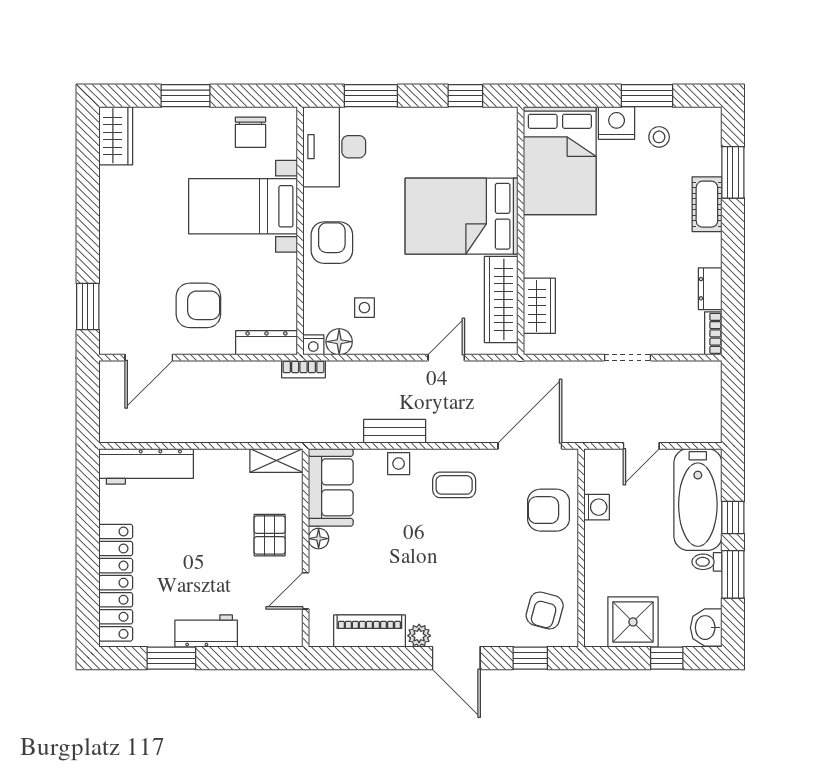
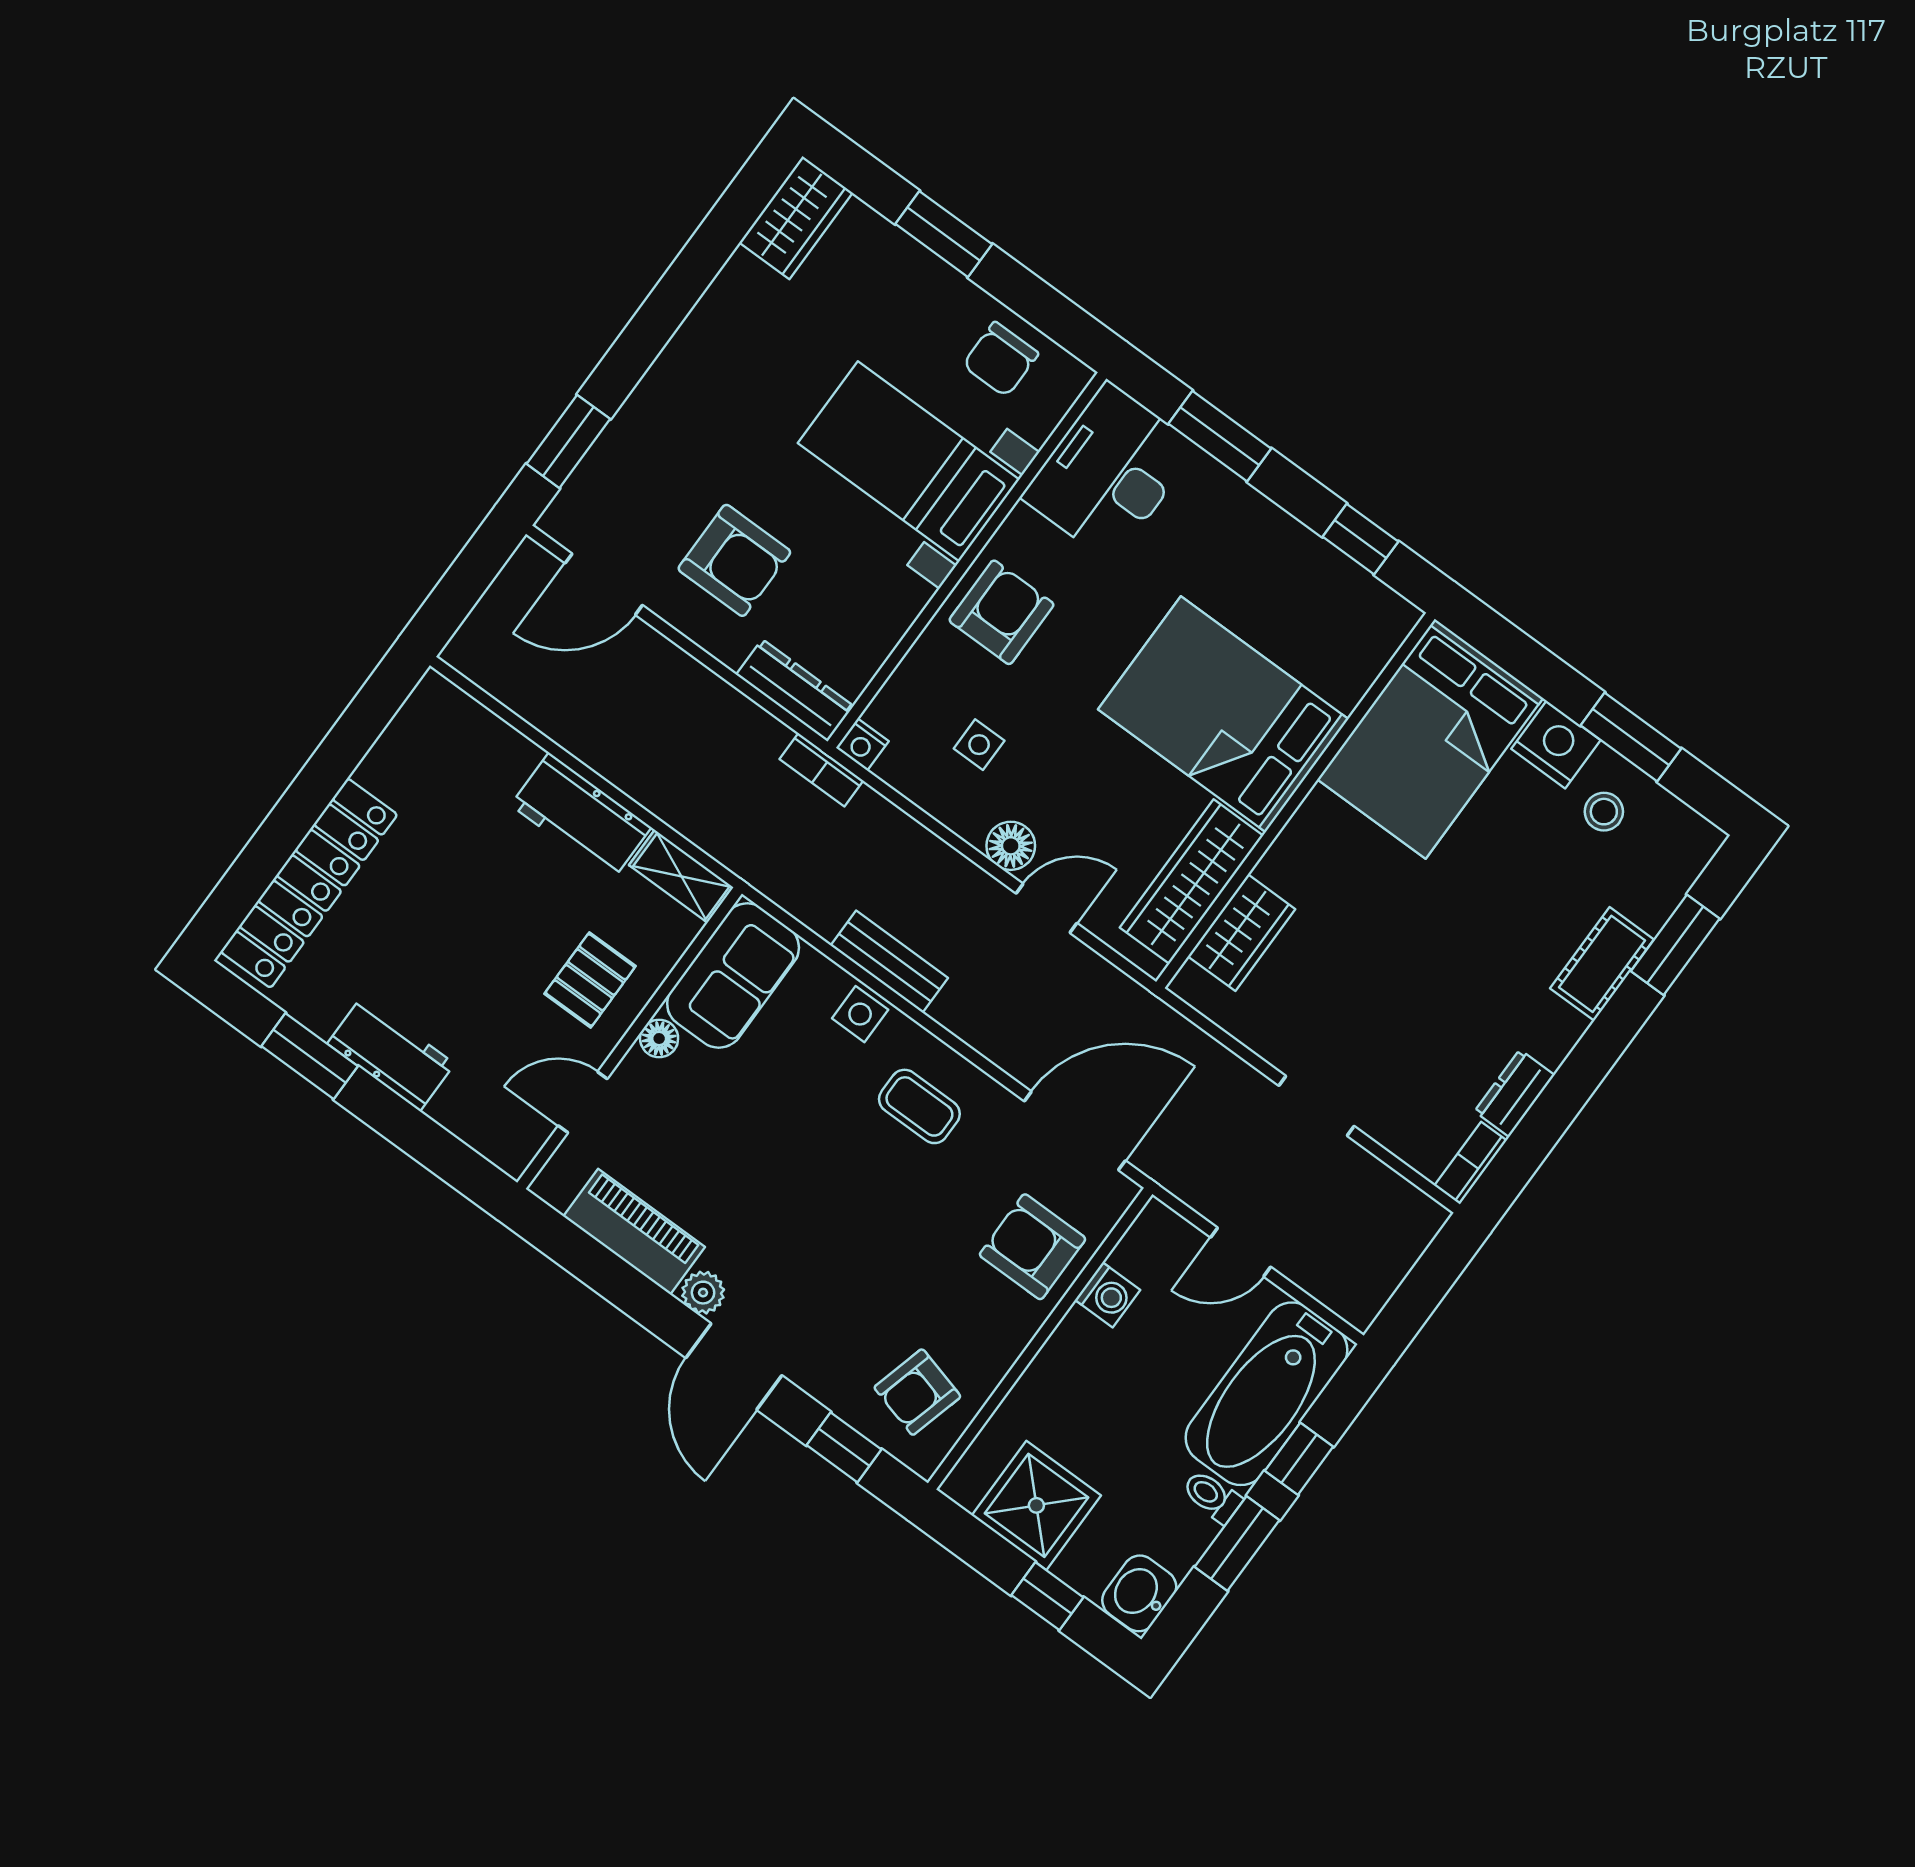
floor lamp: (339, 342) -> (1011, 846), moved
workbench: (146, 466) -> (581, 816), moved, width x0.73

